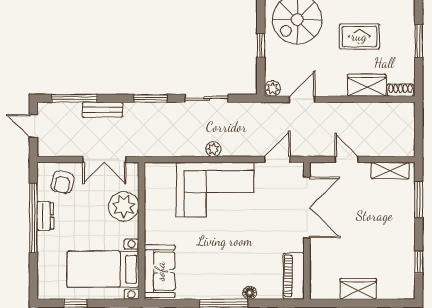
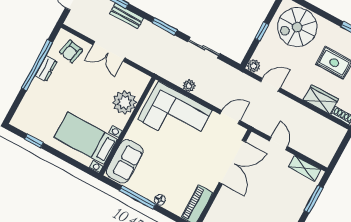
plant: (124, 206) -> (124, 102), moved
wall: (141, 231) -> (127, 126), moved
bed with nightstands: (103, 269) -> (86, 138), moved
sofa: (160, 271) -> (125, 161), moved

